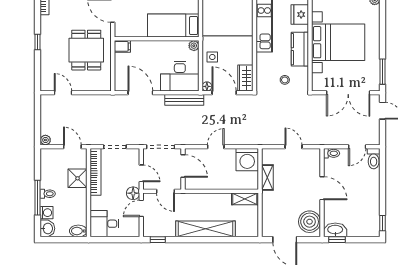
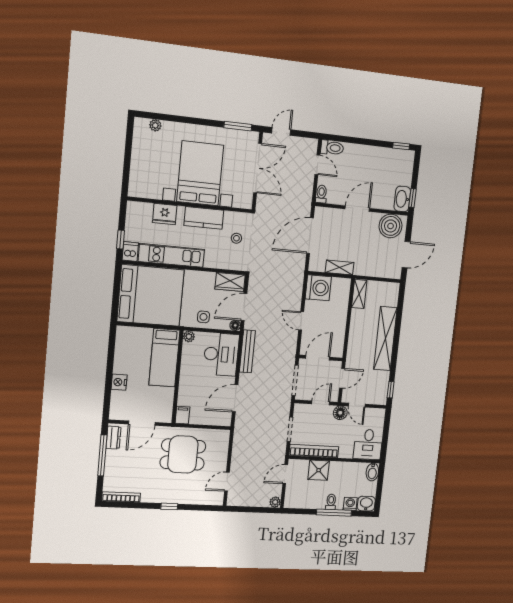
door: (293, 147) -> (310, 236), width x1.87

